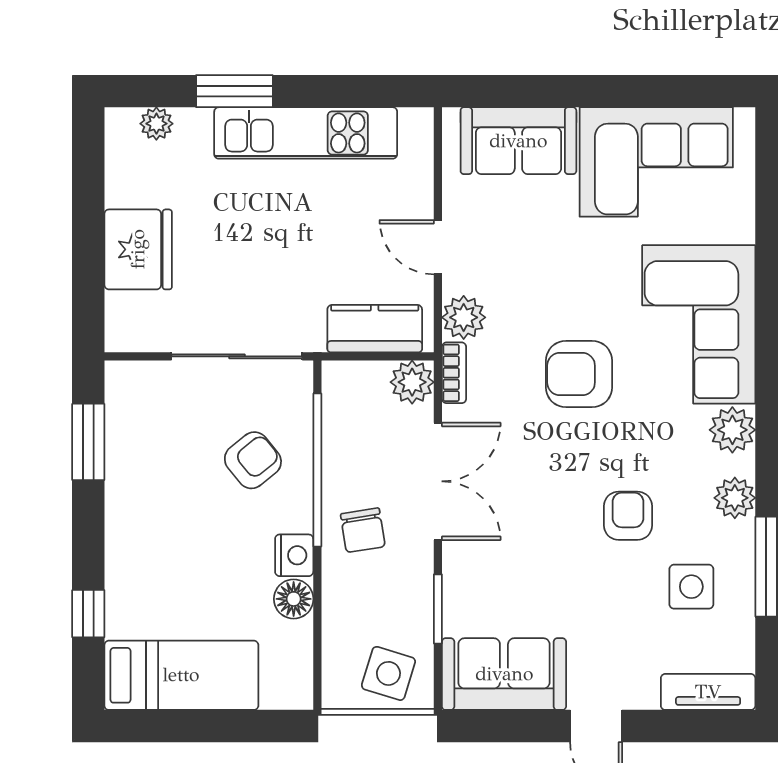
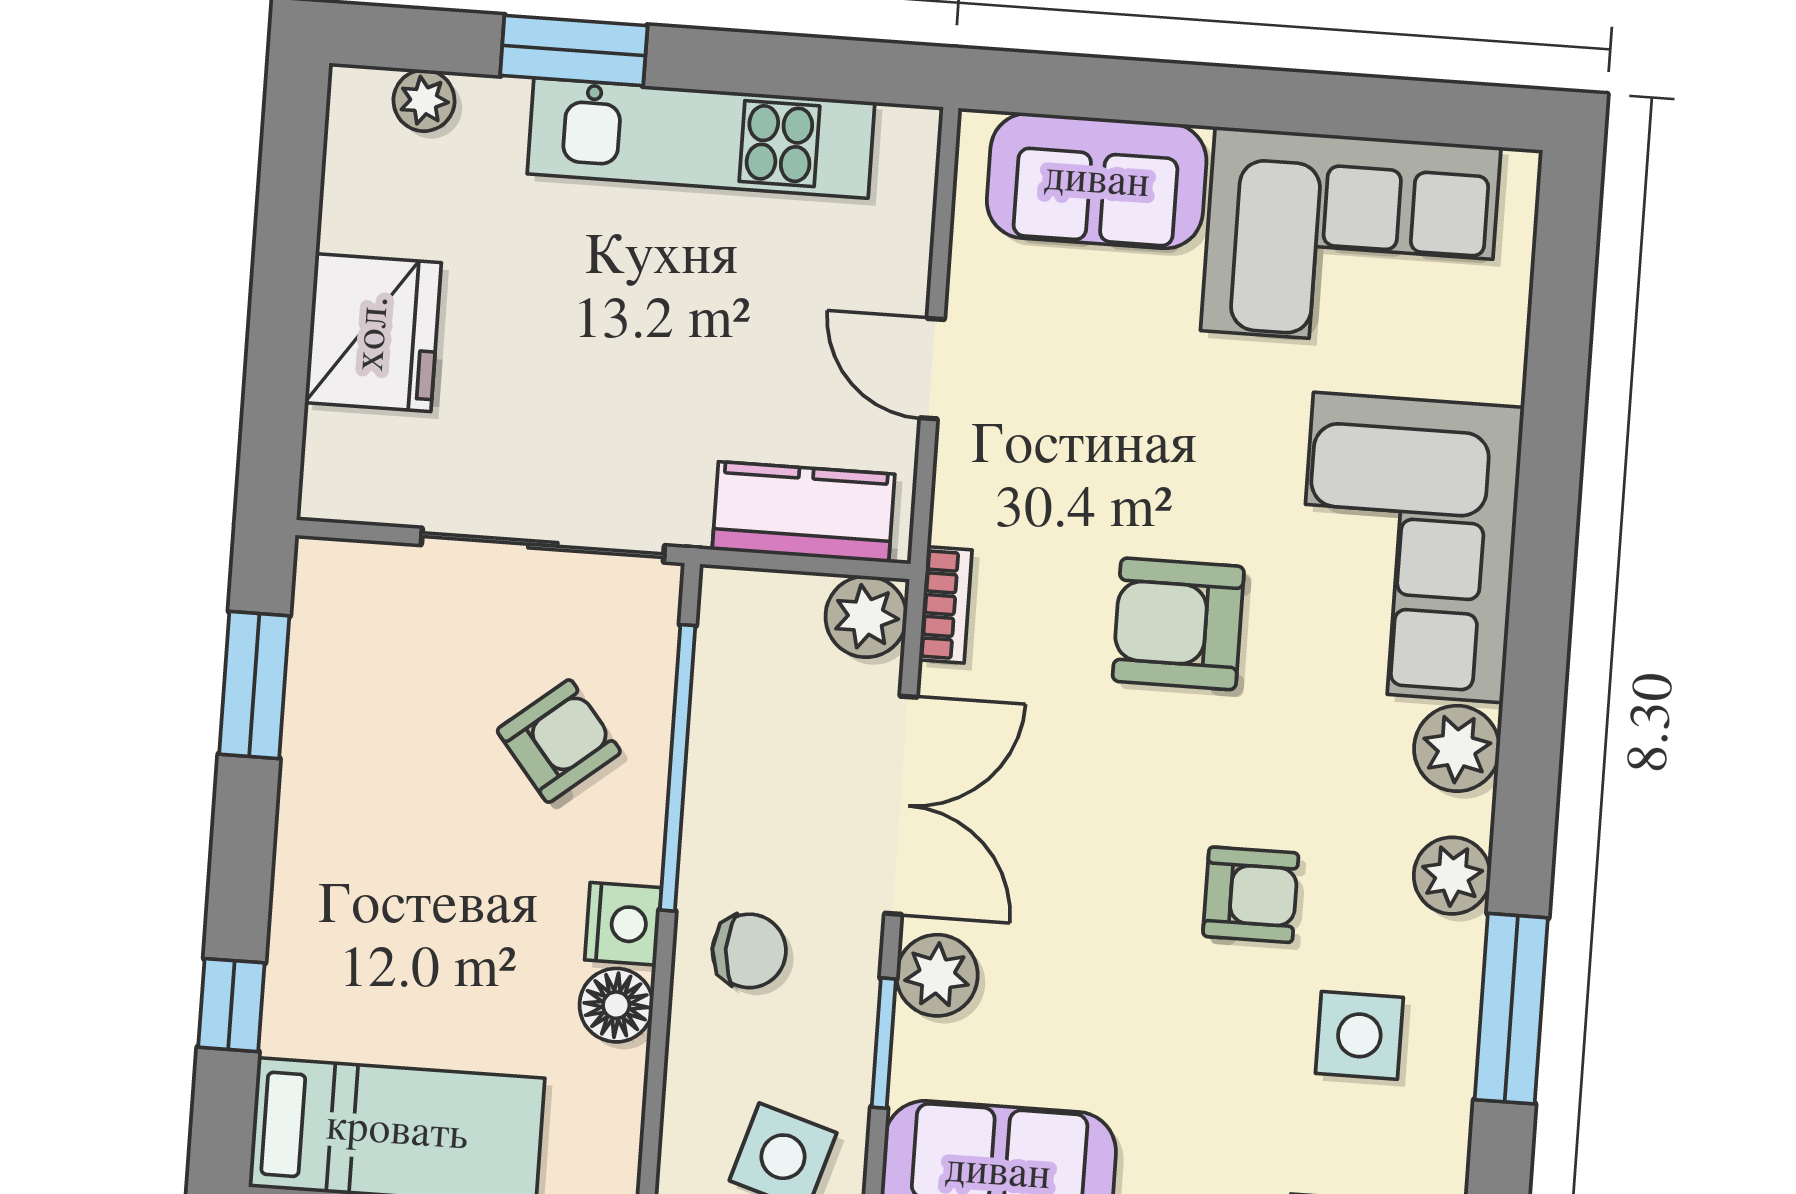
plant: (464, 317) -> (937, 975), moved
armchair: (628, 516) -> (1251, 895), turned 90
chair: (363, 530) -> (749, 951), moved, turned -81

